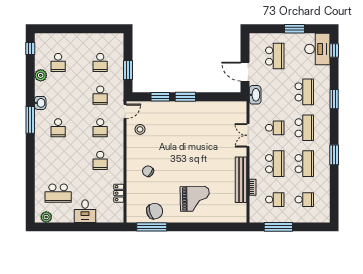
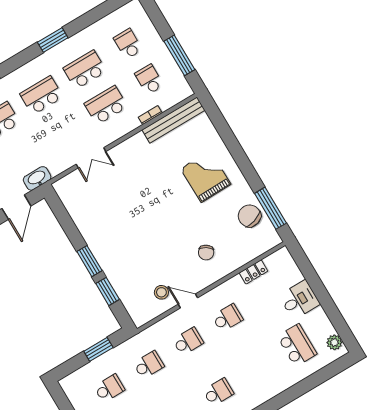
door: (125, 111) -> (188, 301), moved
school desk: (275, 128) -> (63, 131), removed
bench: (241, 180) -> (173, 120), moved

